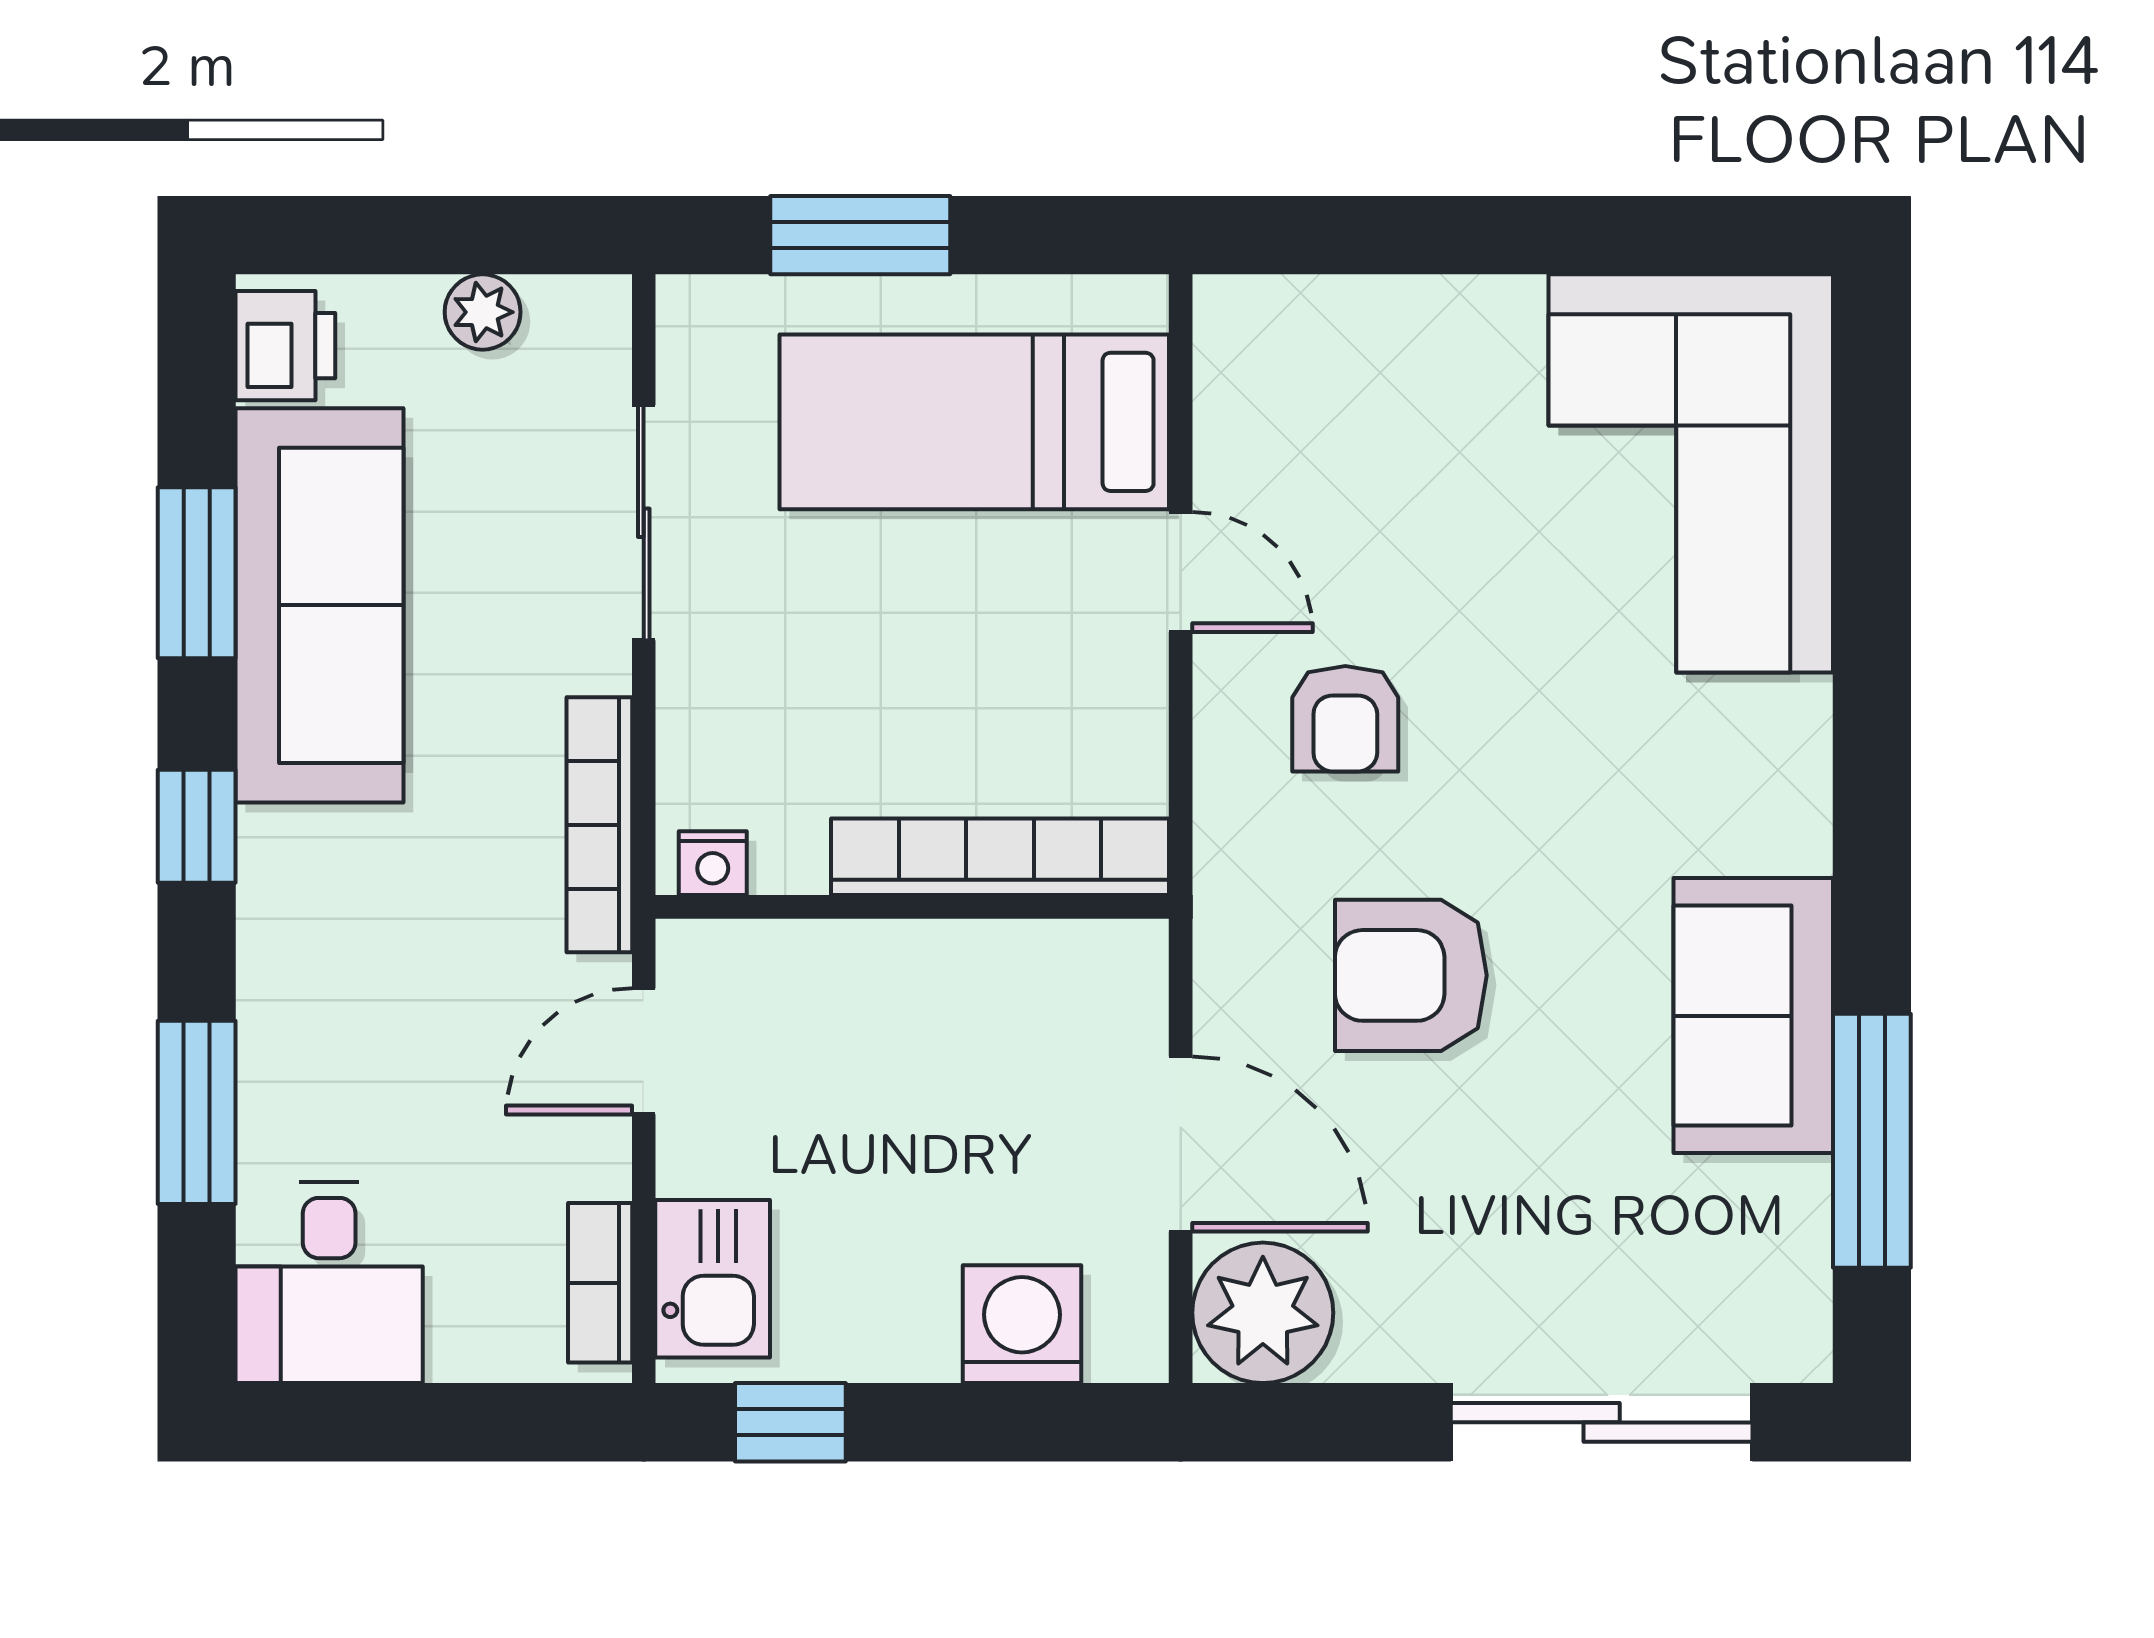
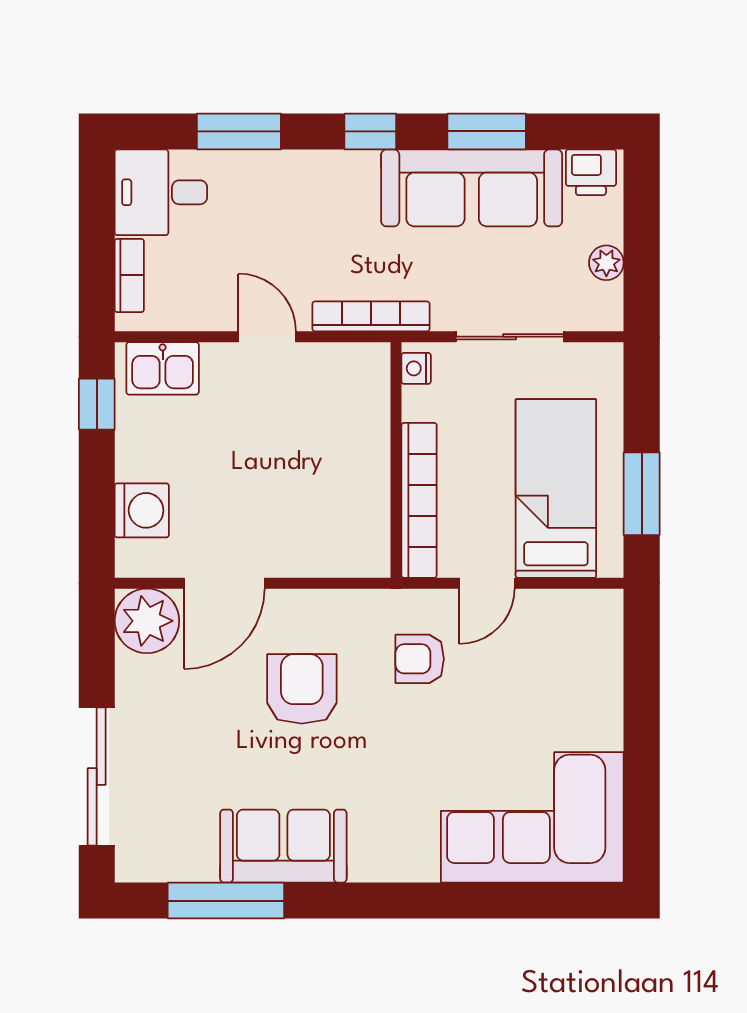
window: (860, 235) -> (642, 494), moved
bookcase: (1000, 857) -> (419, 500), moved
nightstand: (713, 863) -> (416, 368), moved
wall: (912, 907) -> (396, 460), moved
bookcase: (600, 1283) -> (129, 275), moved, turned 90

